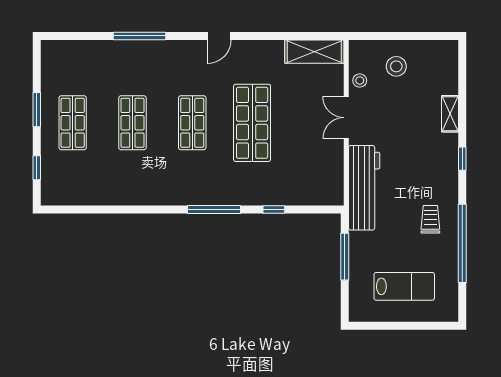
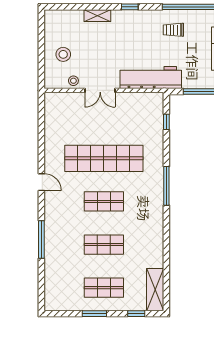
shelving: (314, 52) -> (155, 290), moved
shop shelf: (252, 123) -> (104, 158), width x1.40
window: (274, 210) -> (166, 122), moved

